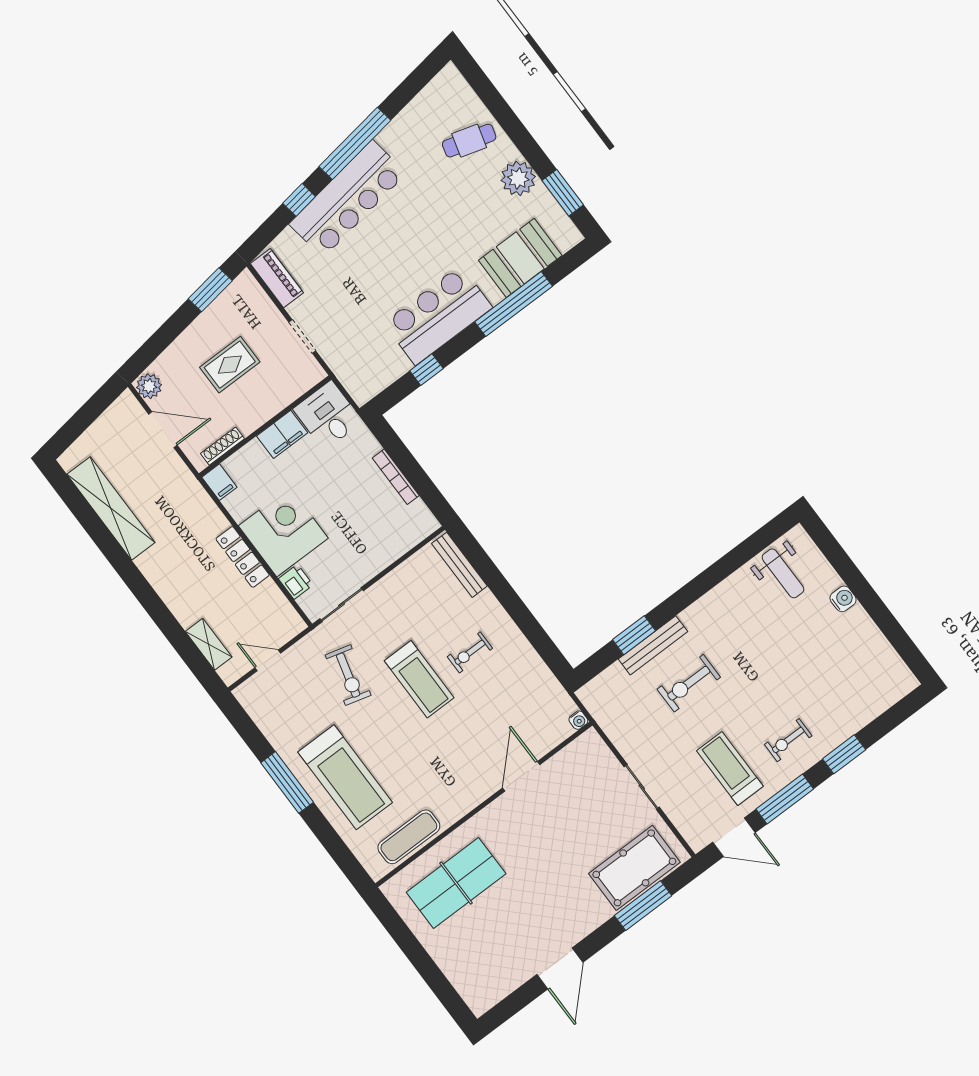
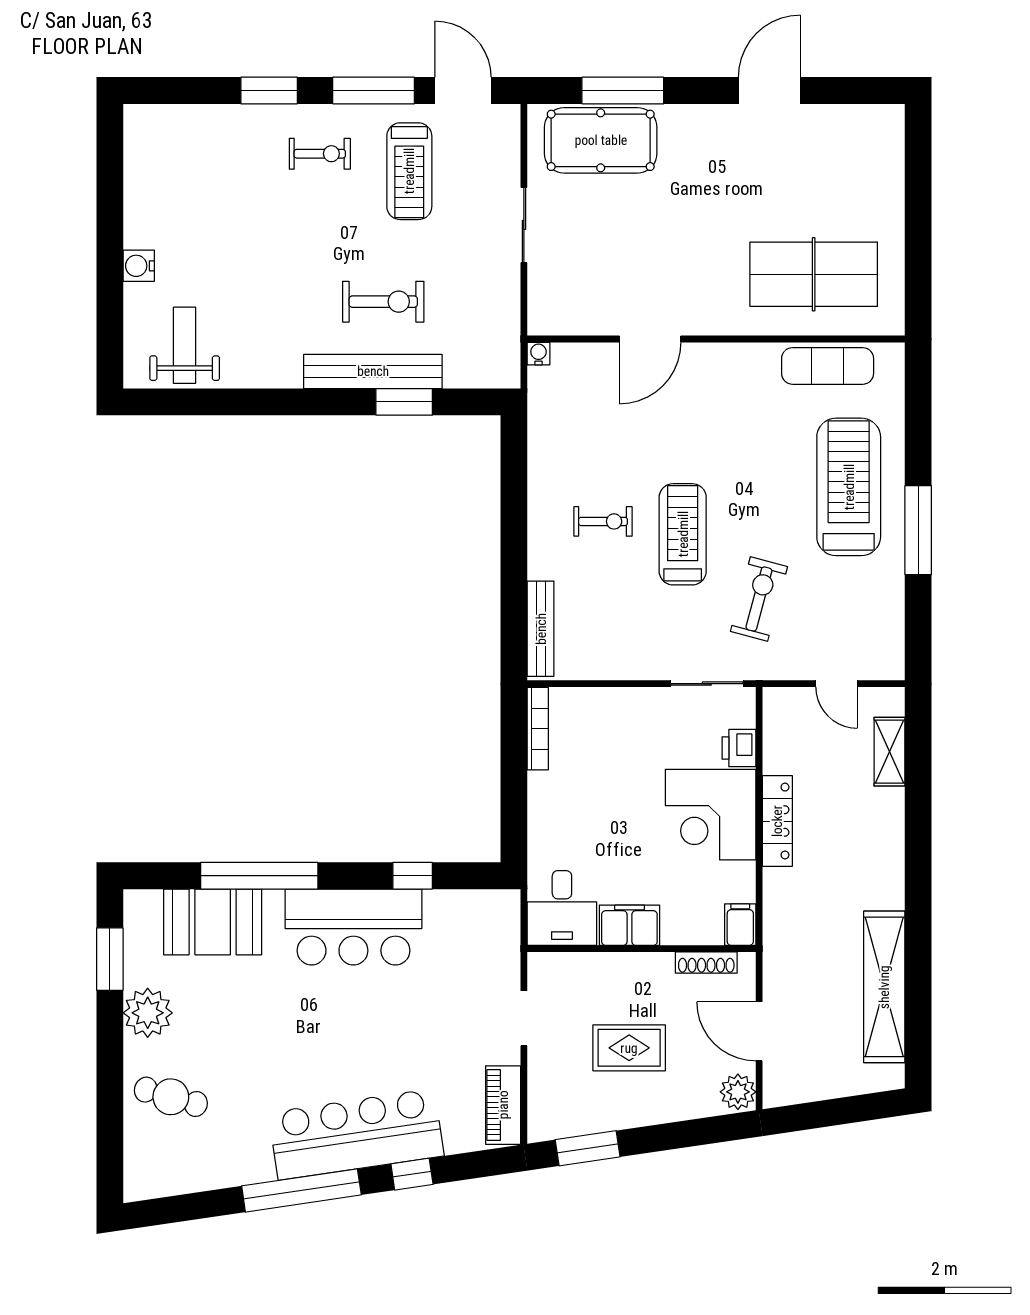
bookcase: (396, 477) -> (538, 729), moved
bench: (653, 645) -> (373, 371), width x1.37, depth x1.21

